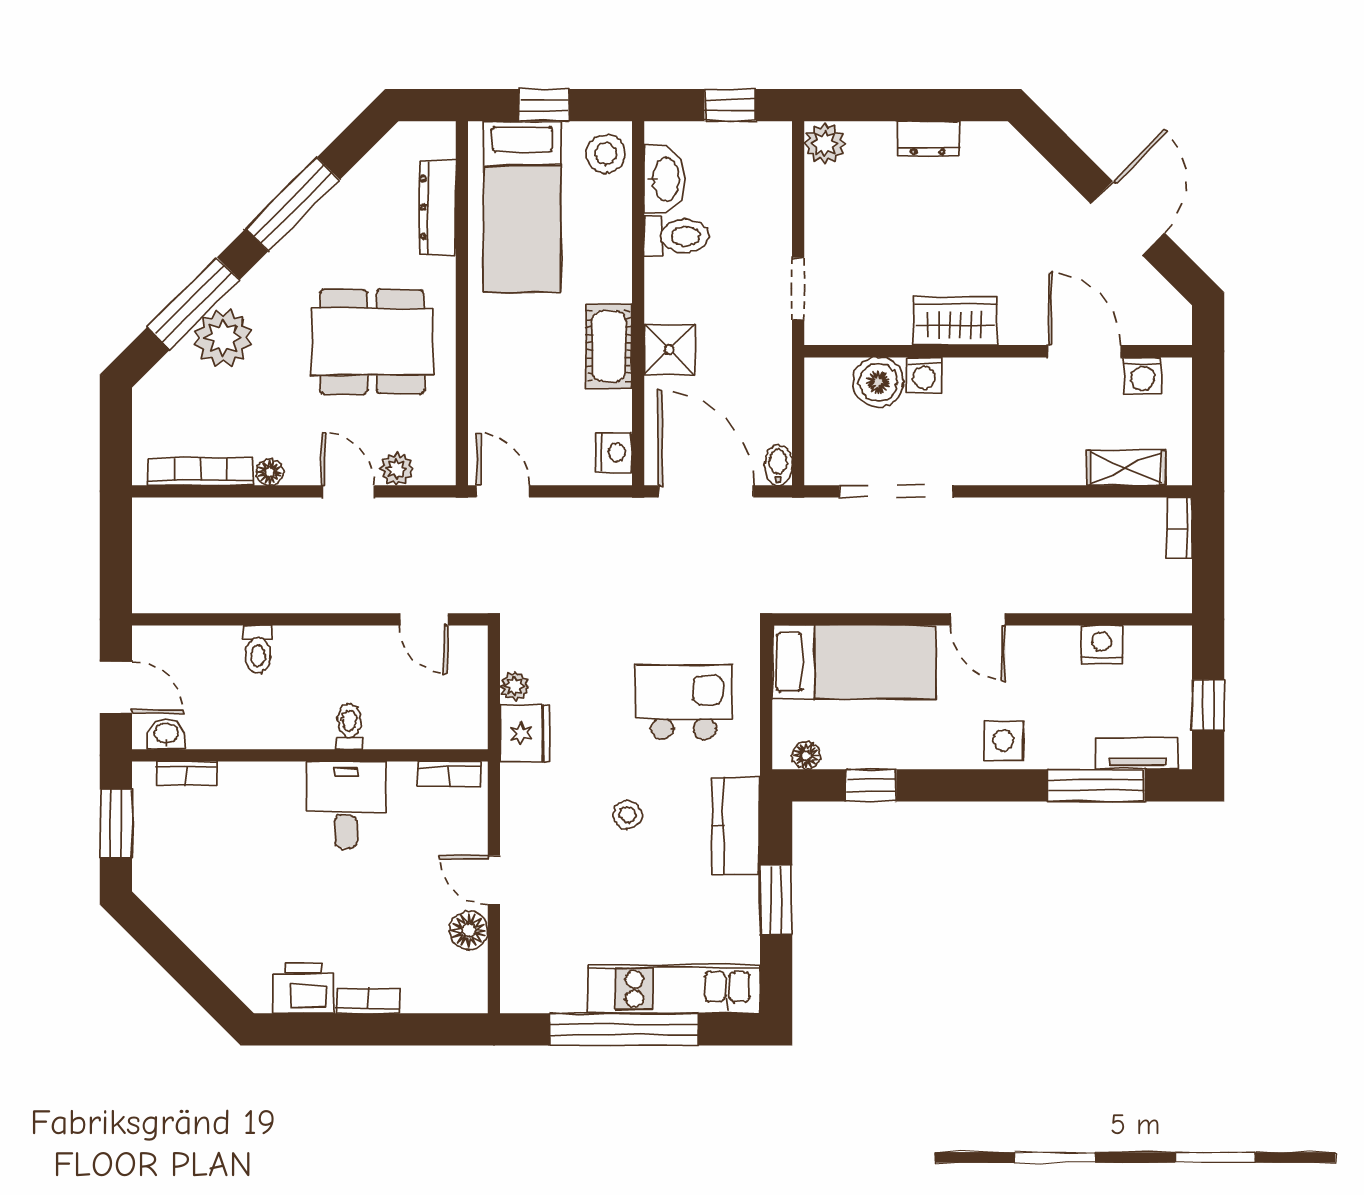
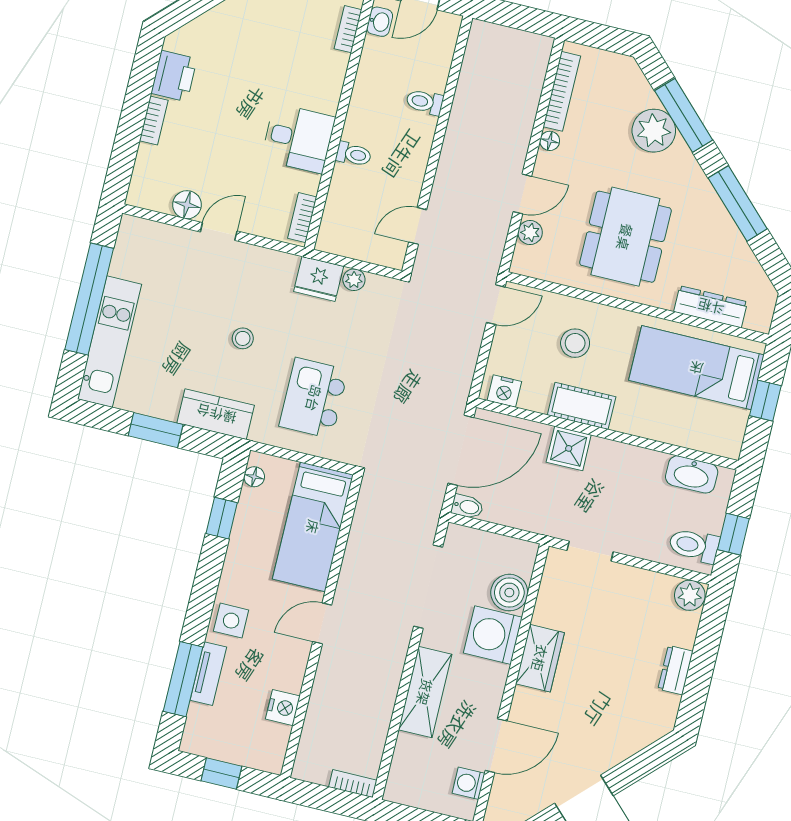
stool: (606, 154) -> (575, 343), moved
toilet: (676, 236) -> (694, 546), moved, turned 90
washing machine: (924, 375) -> (493, 635), width x1.89, depth x1.89
shelving: (1126, 468) -> (425, 692), moved, width x1.50, depth x1.33
kitchen island: (684, 702) -> (314, 398), turned 180
tv unit: (1137, 754) -> (208, 674), moved

